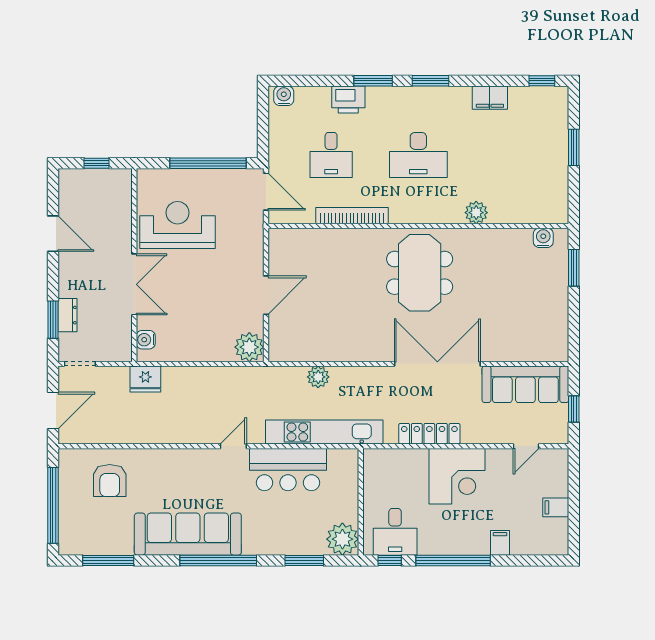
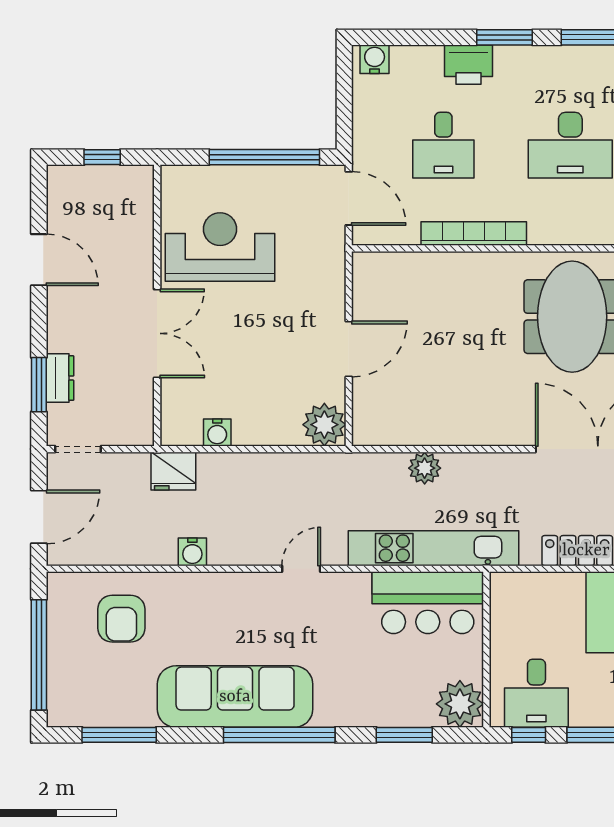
water cooler: (146, 340) -> (217, 432), moved, turned -90
water cooler: (159, 435) -> (192, 552), added
bar counter: (288, 470) -> (428, 603), moved

